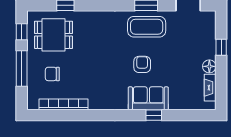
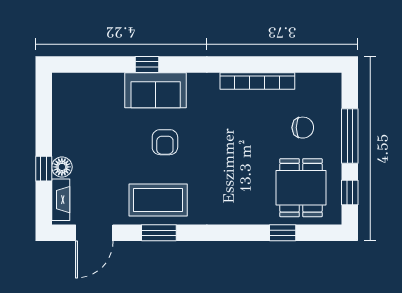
dining table: (53, 35) -> (301, 188), turned 90
floor lamp: (209, 66) -> (62, 167), moved
fireplace: (210, 88) -> (61, 200), moved
bookcase: (64, 104) -> (257, 81), moved

